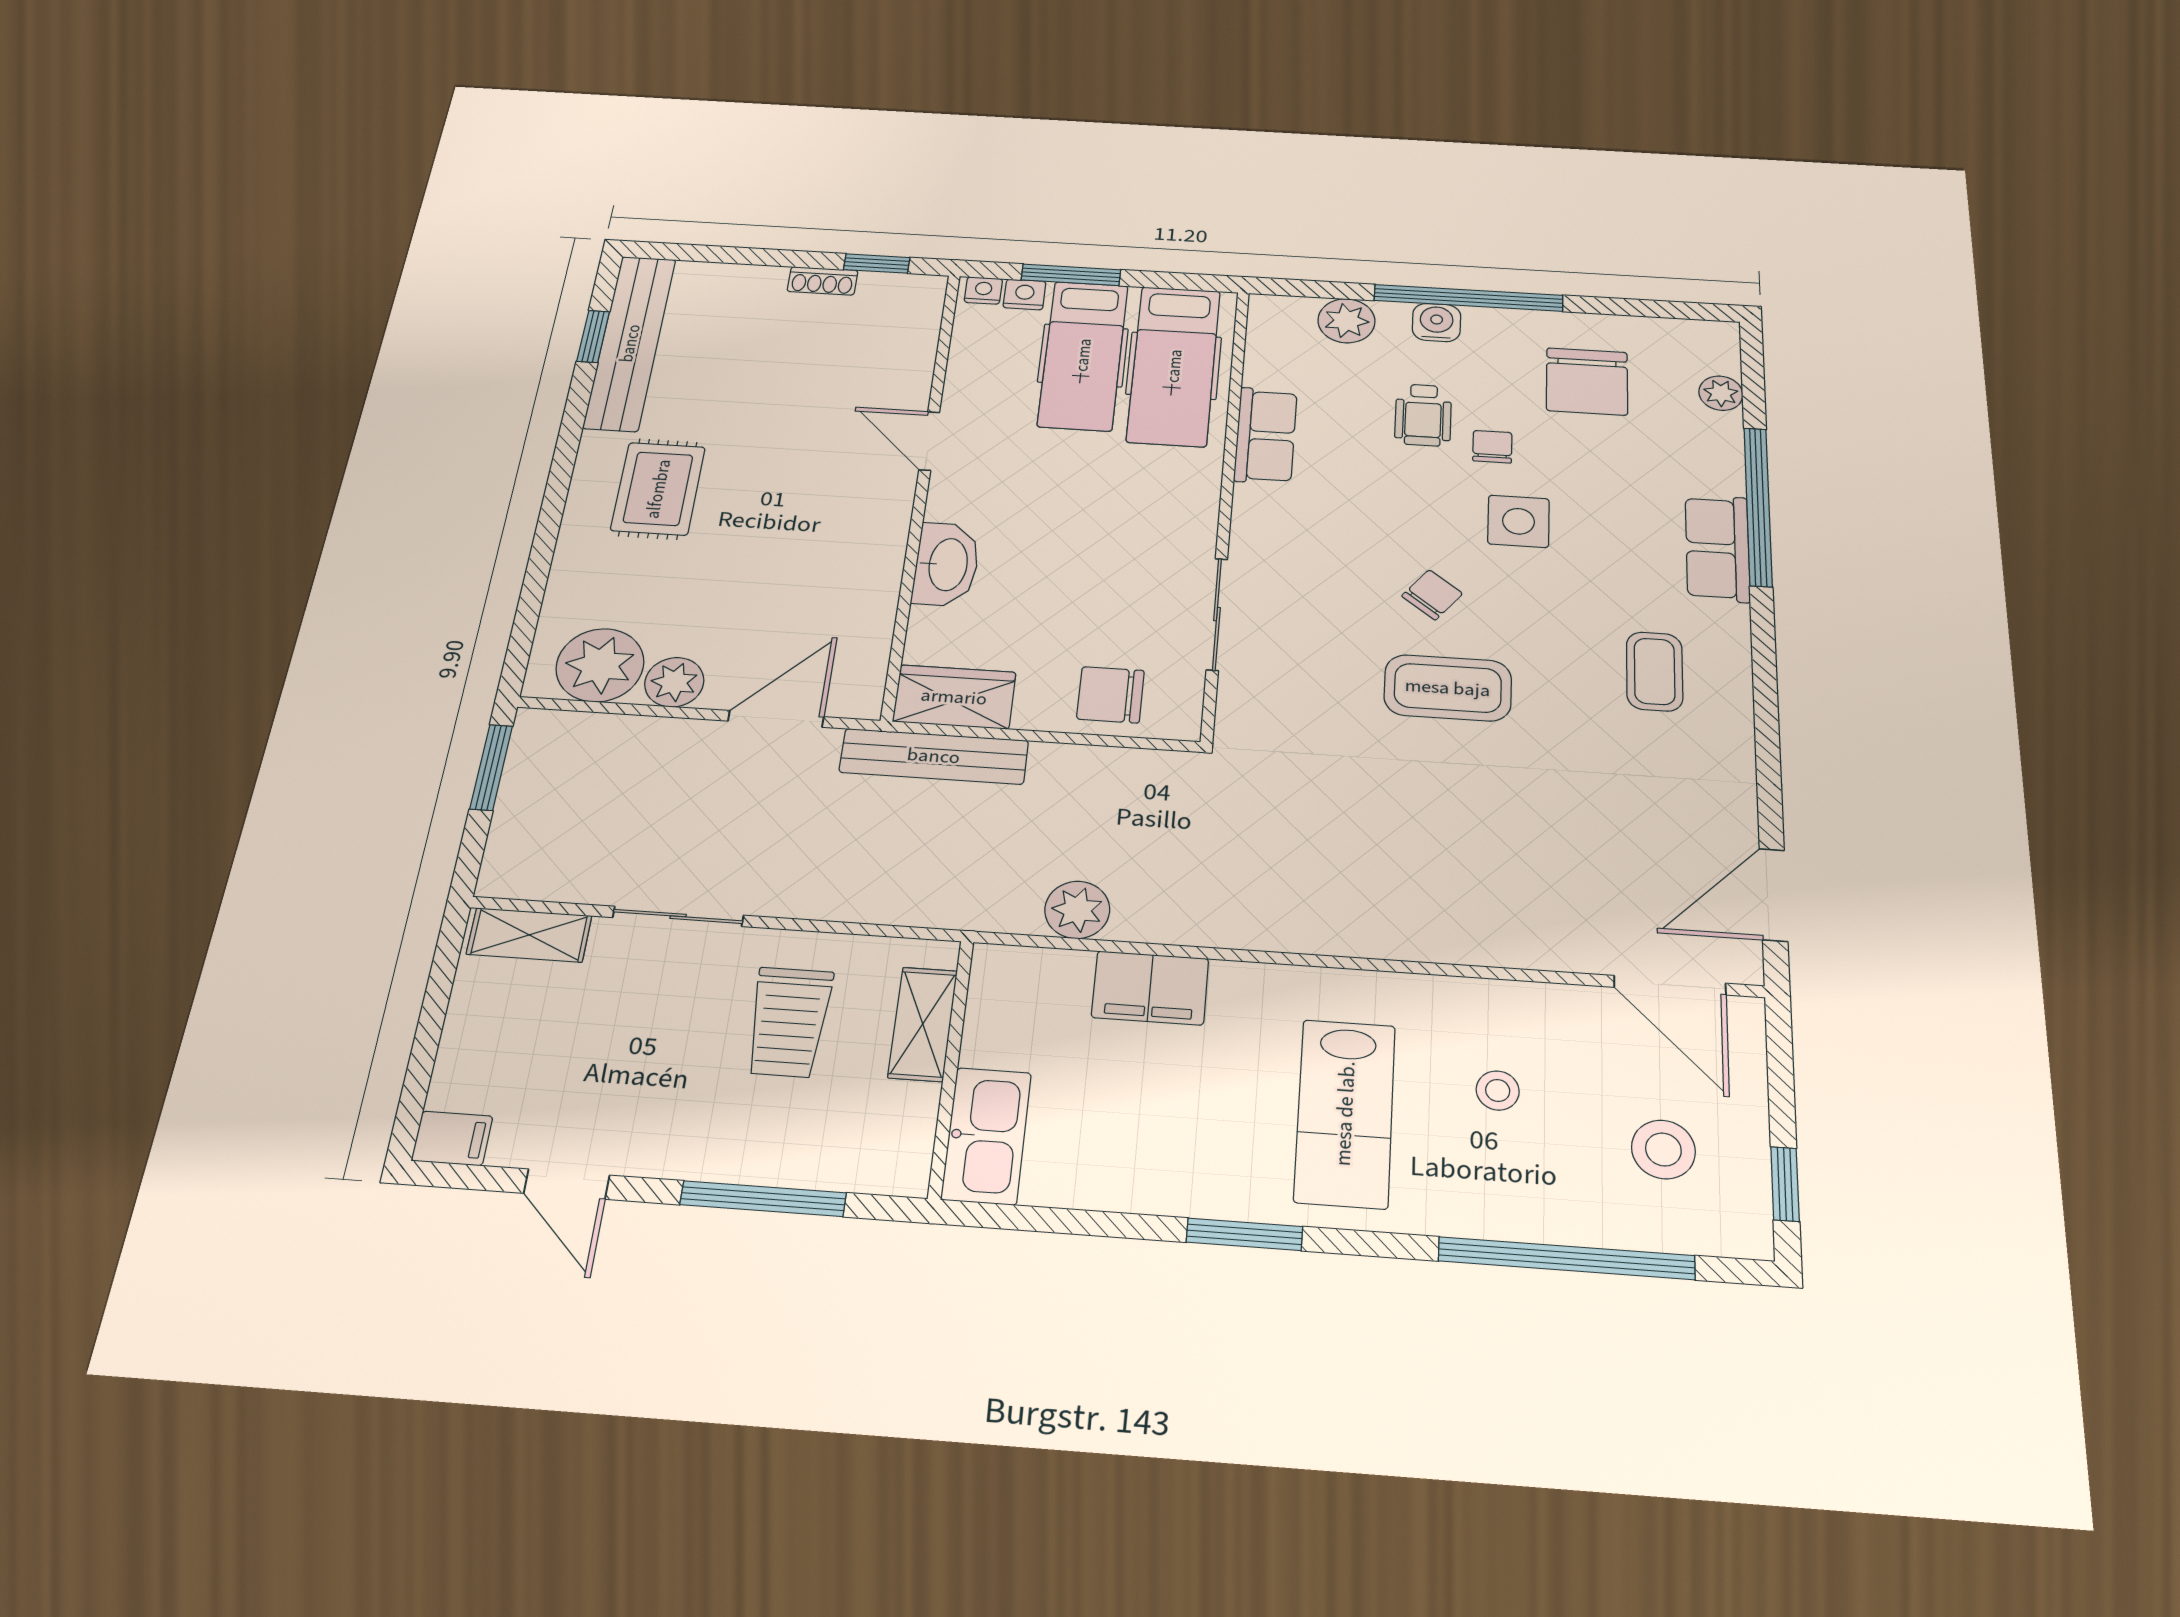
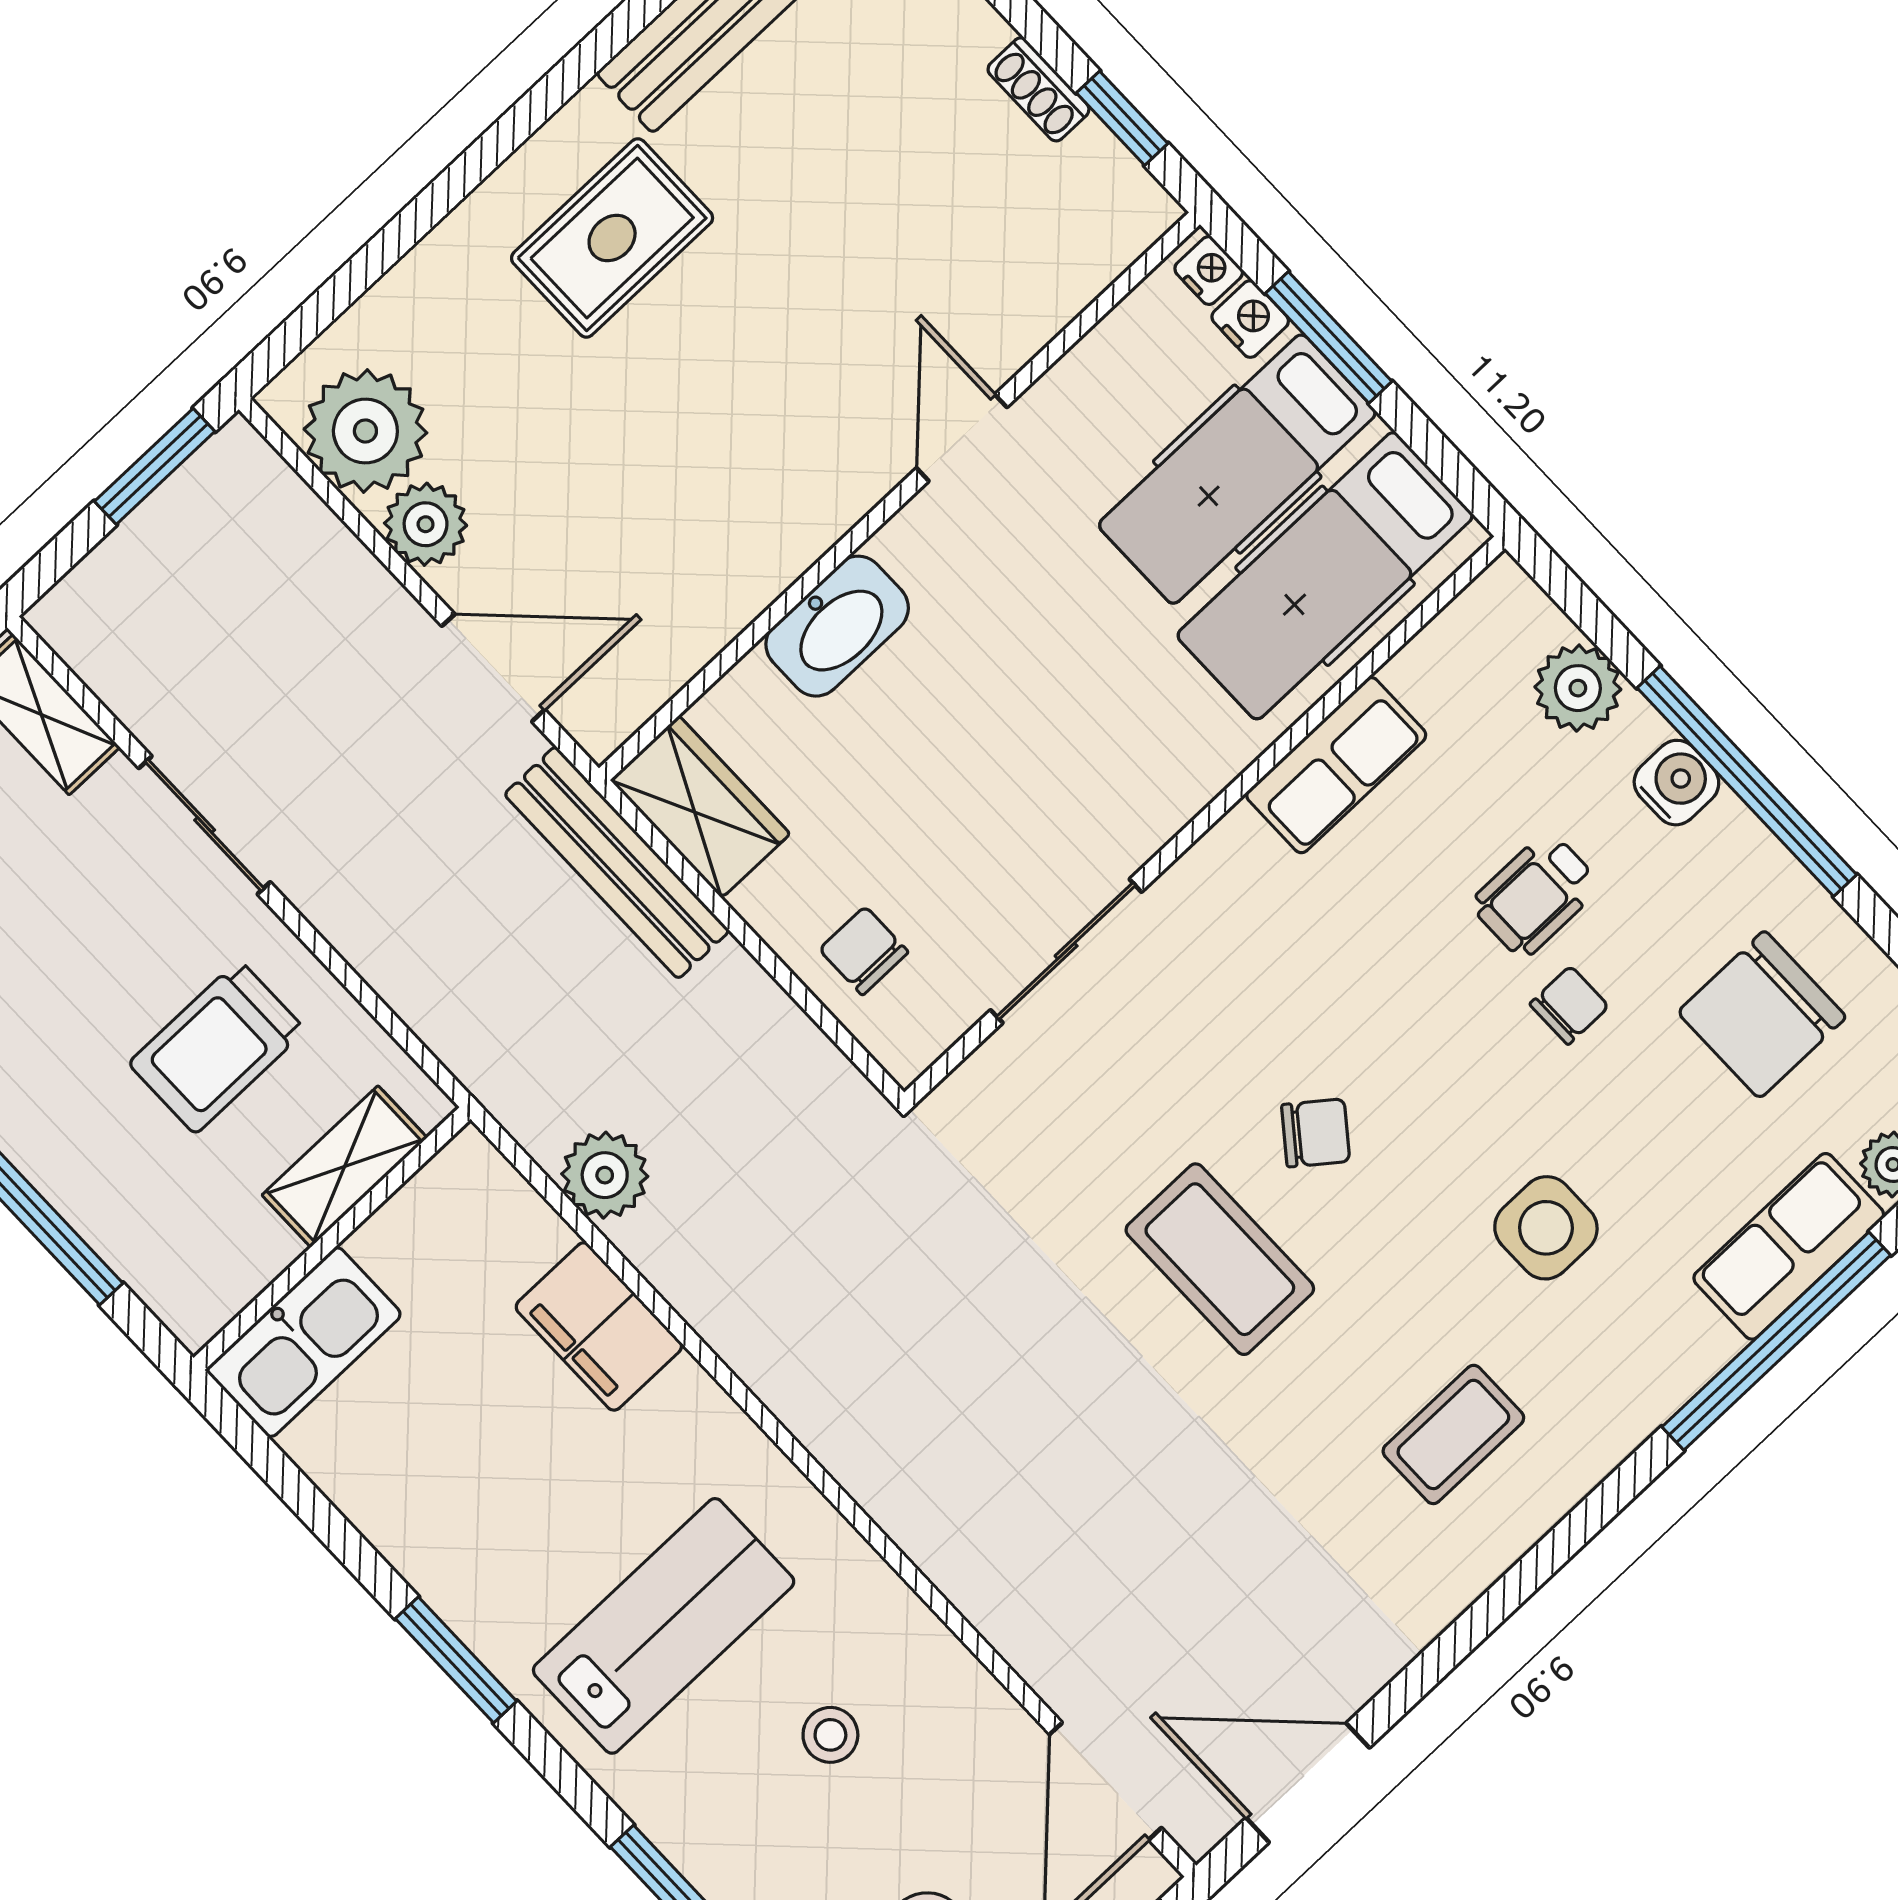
side table: (1518, 521) -> (1546, 1228), moved
row of seats: (1718, 548) -> (1789, 1246), moved
chair: (1110, 695) -> (864, 951), width x0.73, depth x0.73
lab bench: (1345, 1113) -> (664, 1626), turned 180

